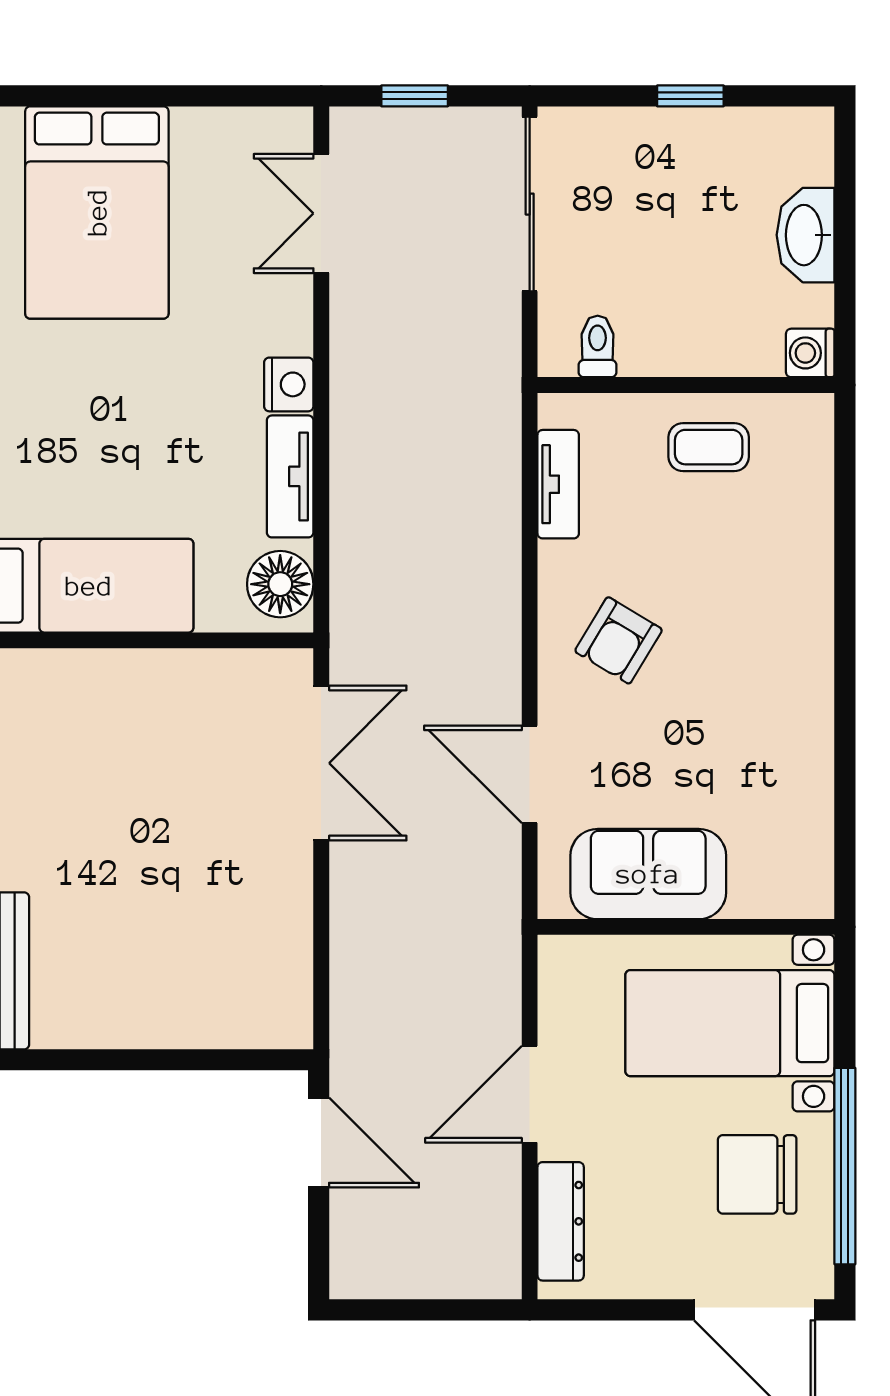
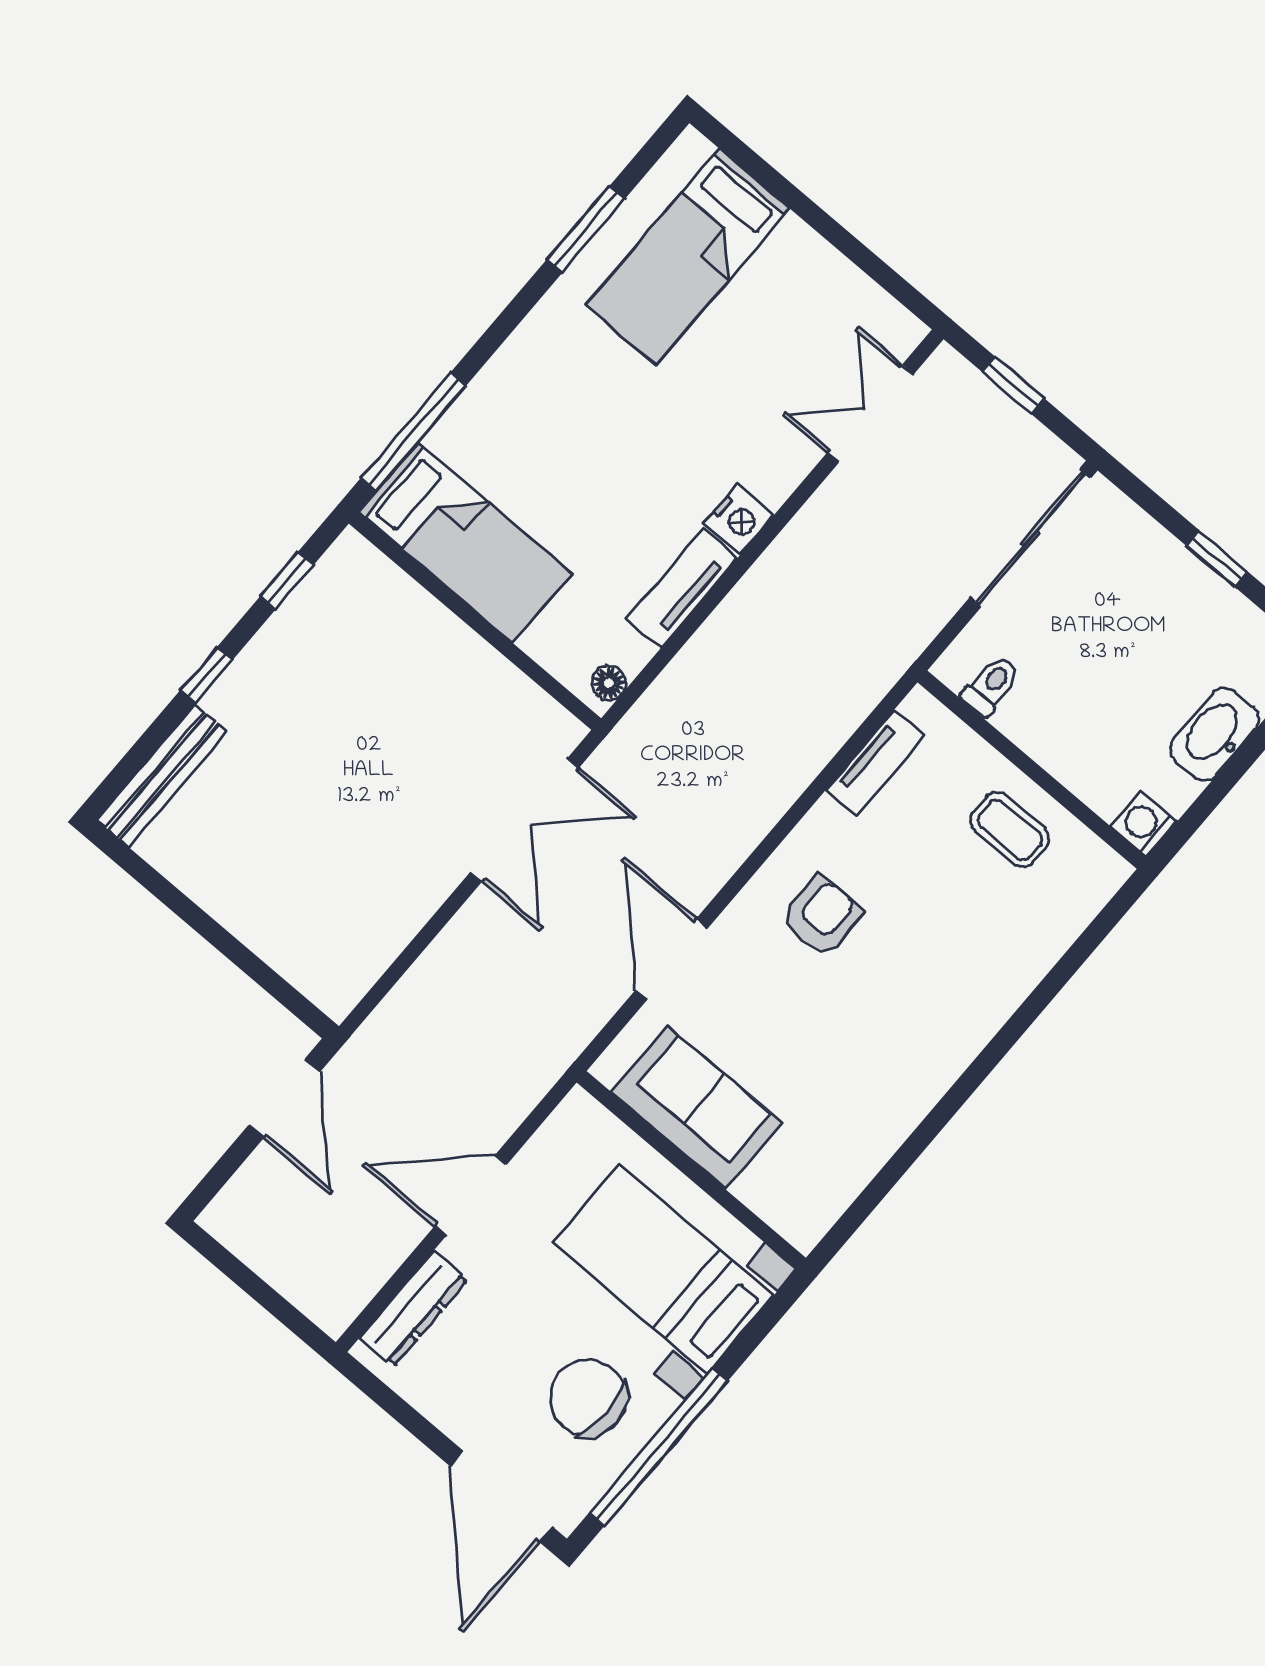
bed: (97, 212) -> (688, 257), width x0.67
floor lamp: (280, 584) -> (609, 683), width x0.53, depth x0.53
armchair: (619, 640) -> (822, 916), turned 149

